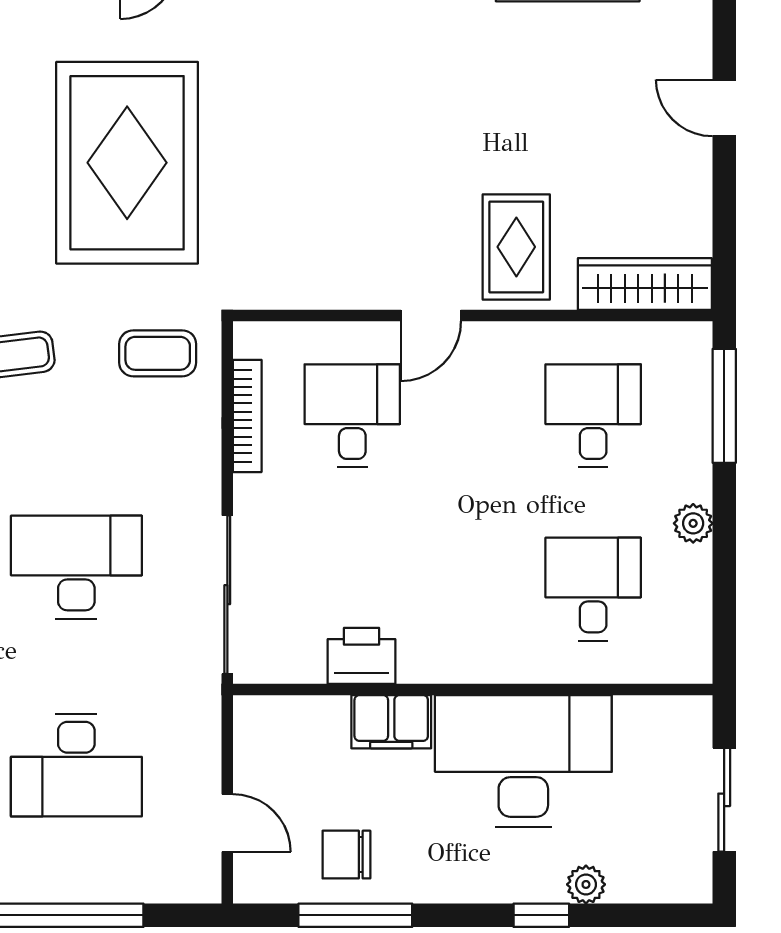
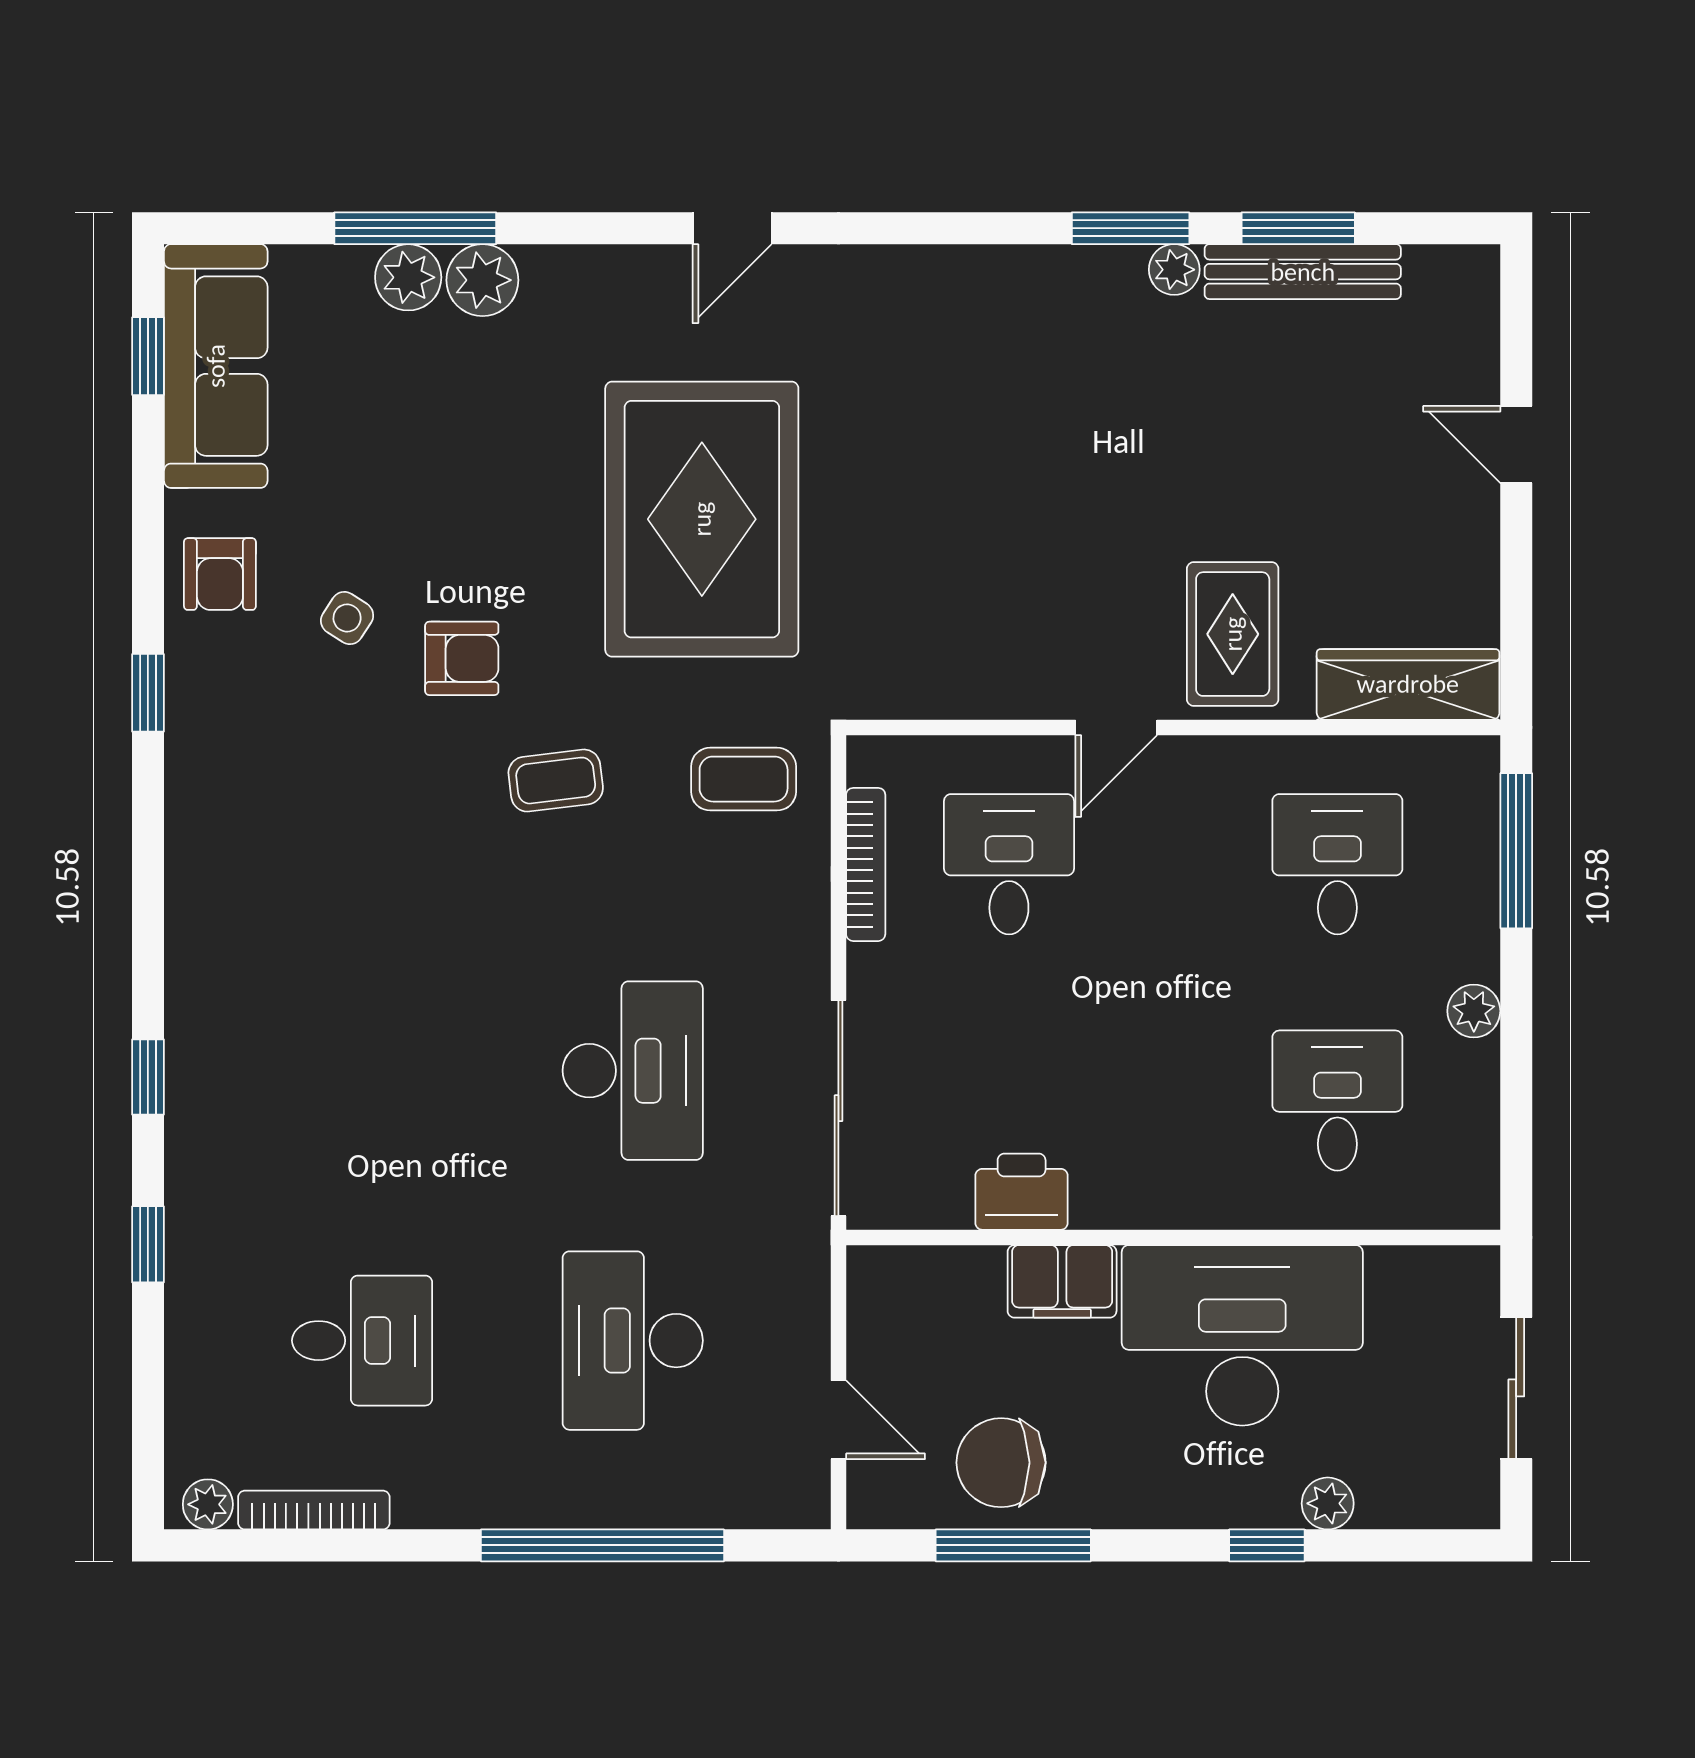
desk: (76, 567) -> (633, 1071), turned 90
desk: (76, 765) -> (633, 1341), turned 90
chair: (346, 855) -> (1001, 1463), width x1.37, depth x1.37

